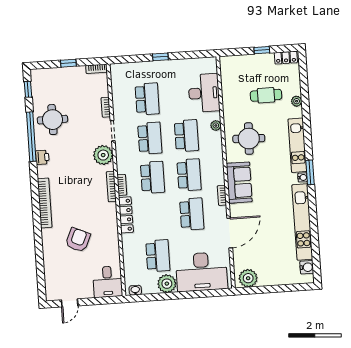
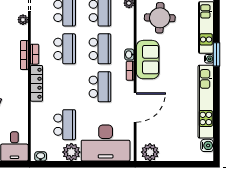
plant: (103, 155) -> (23, 20), width x0.53, depth x0.53
washbasin: (220, 179) -> (129, 55), added

